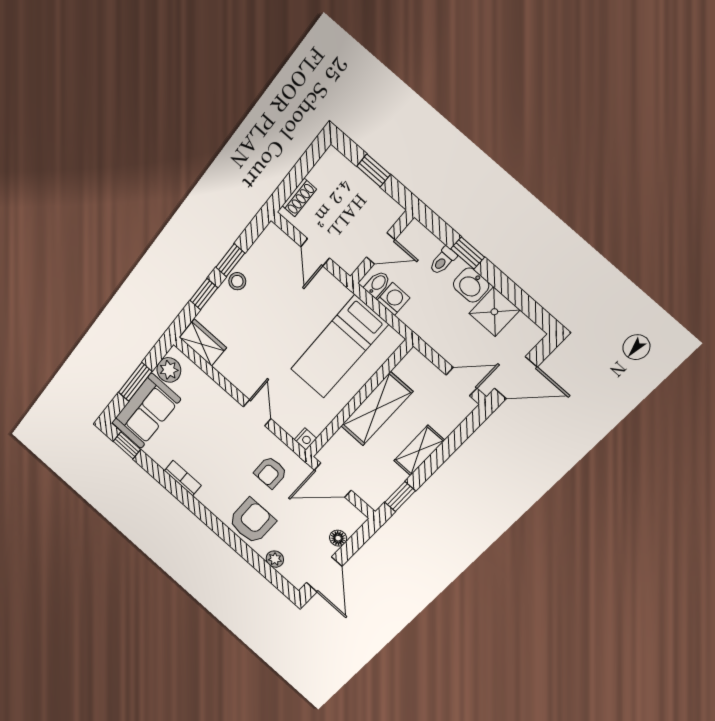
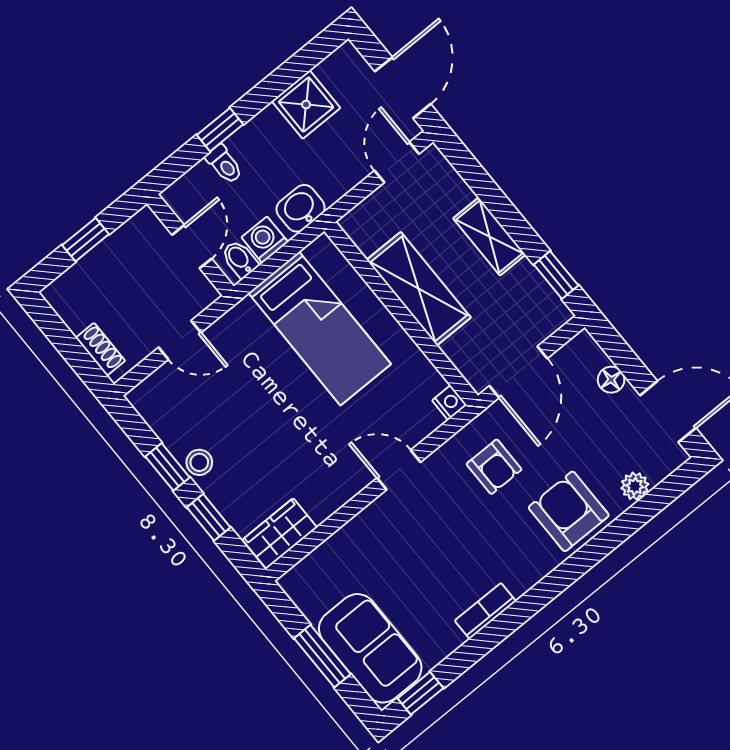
washbasin: (471, 285) -> (301, 208), moved, turned 180
plant: (169, 370) -> (312, 597), removed

